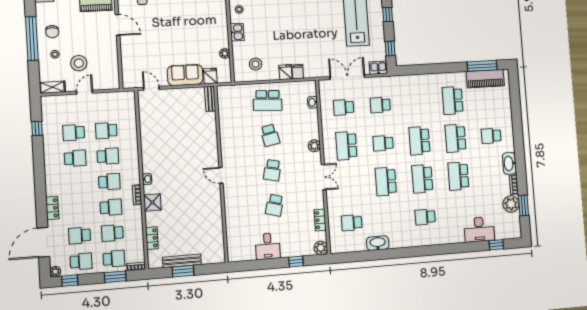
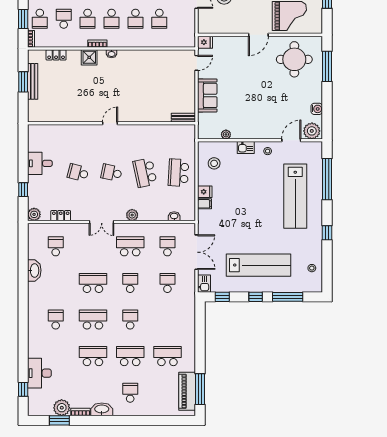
fridge: (210, 76) -> (205, 42), moved
school desk: (106, 131) -> (159, 19), turned 180
school desk: (270, 135) -> (145, 173), width x1.85
school desk: (419, 141) -> (130, 320), width x0.54

